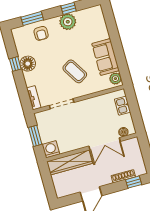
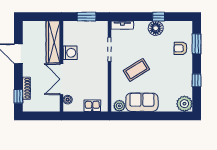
plant: (68, 22) -> (184, 104), moved
washing machine: (51, 149) -> (70, 53), moved

